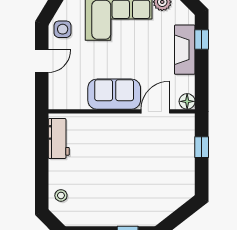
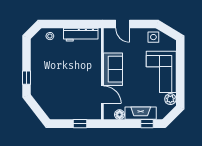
door: (42, 61) -> (123, 24), moved
floor lamp: (187, 101) -> (120, 115), moved
workbench: (59, 138) -> (81, 35), width x1.38

